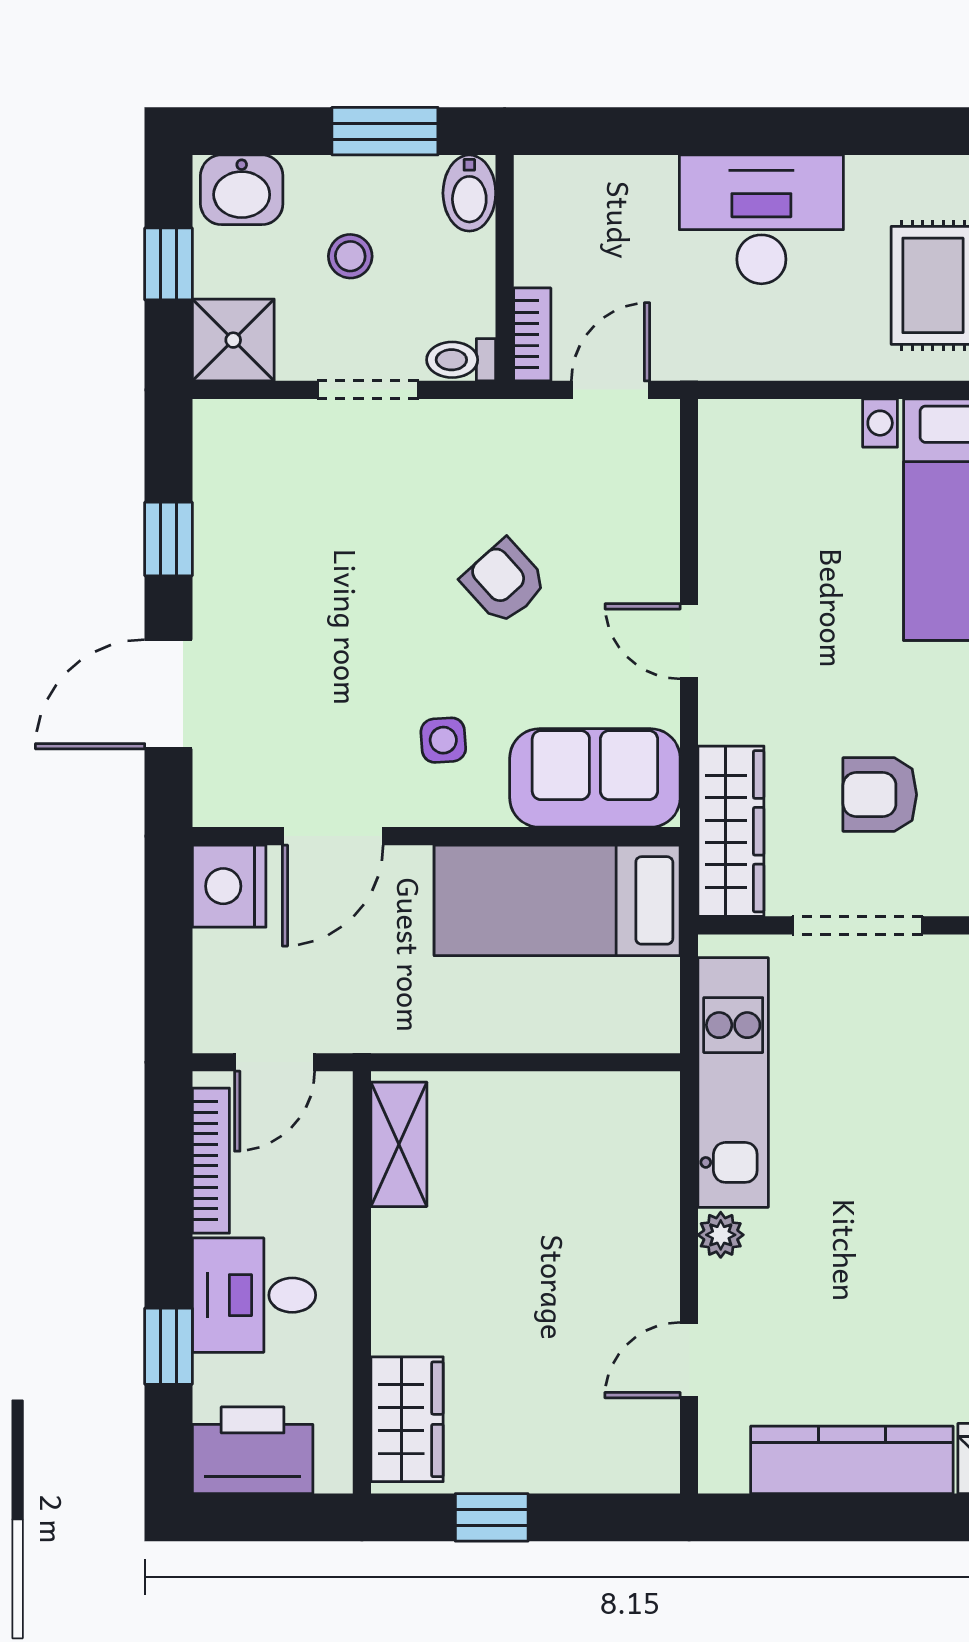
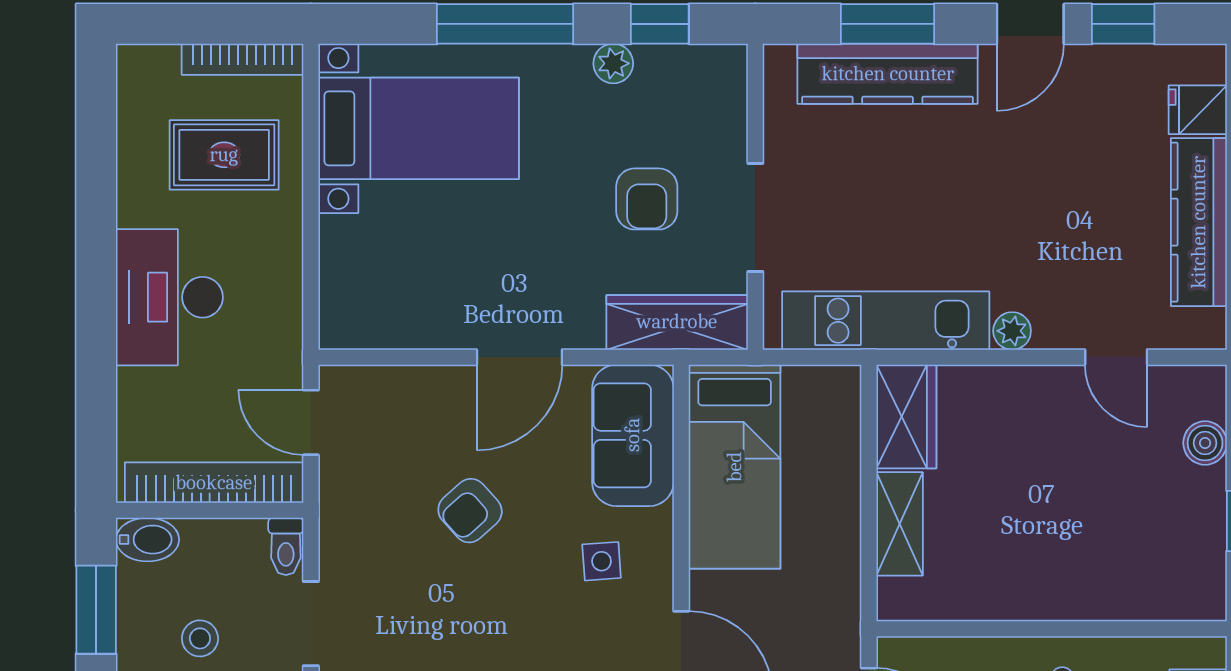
bookcase: (532, 334) -> (214, 483), width x2.31, depth x1.31
door: (689, 641) -> (519, 357), width x1.38
shelving: (399, 1144) -> (900, 524), moved, turned 90
wardrobe: (407, 1419) -> (906, 416), moved, turned 90
boiler: (586, 1467) -> (1205, 443), added

